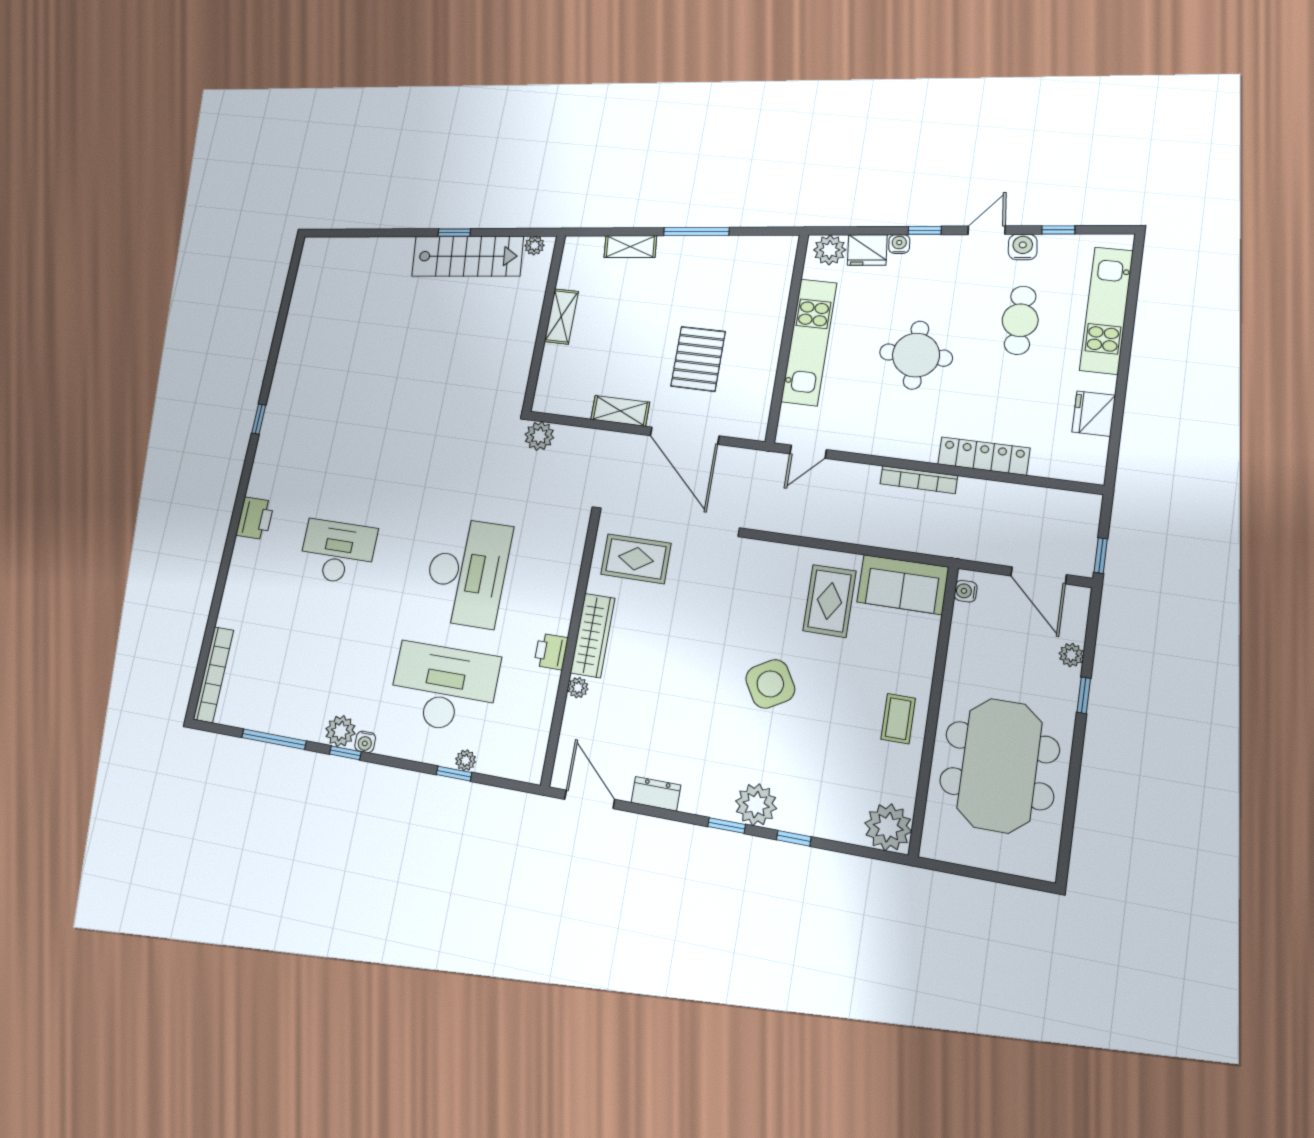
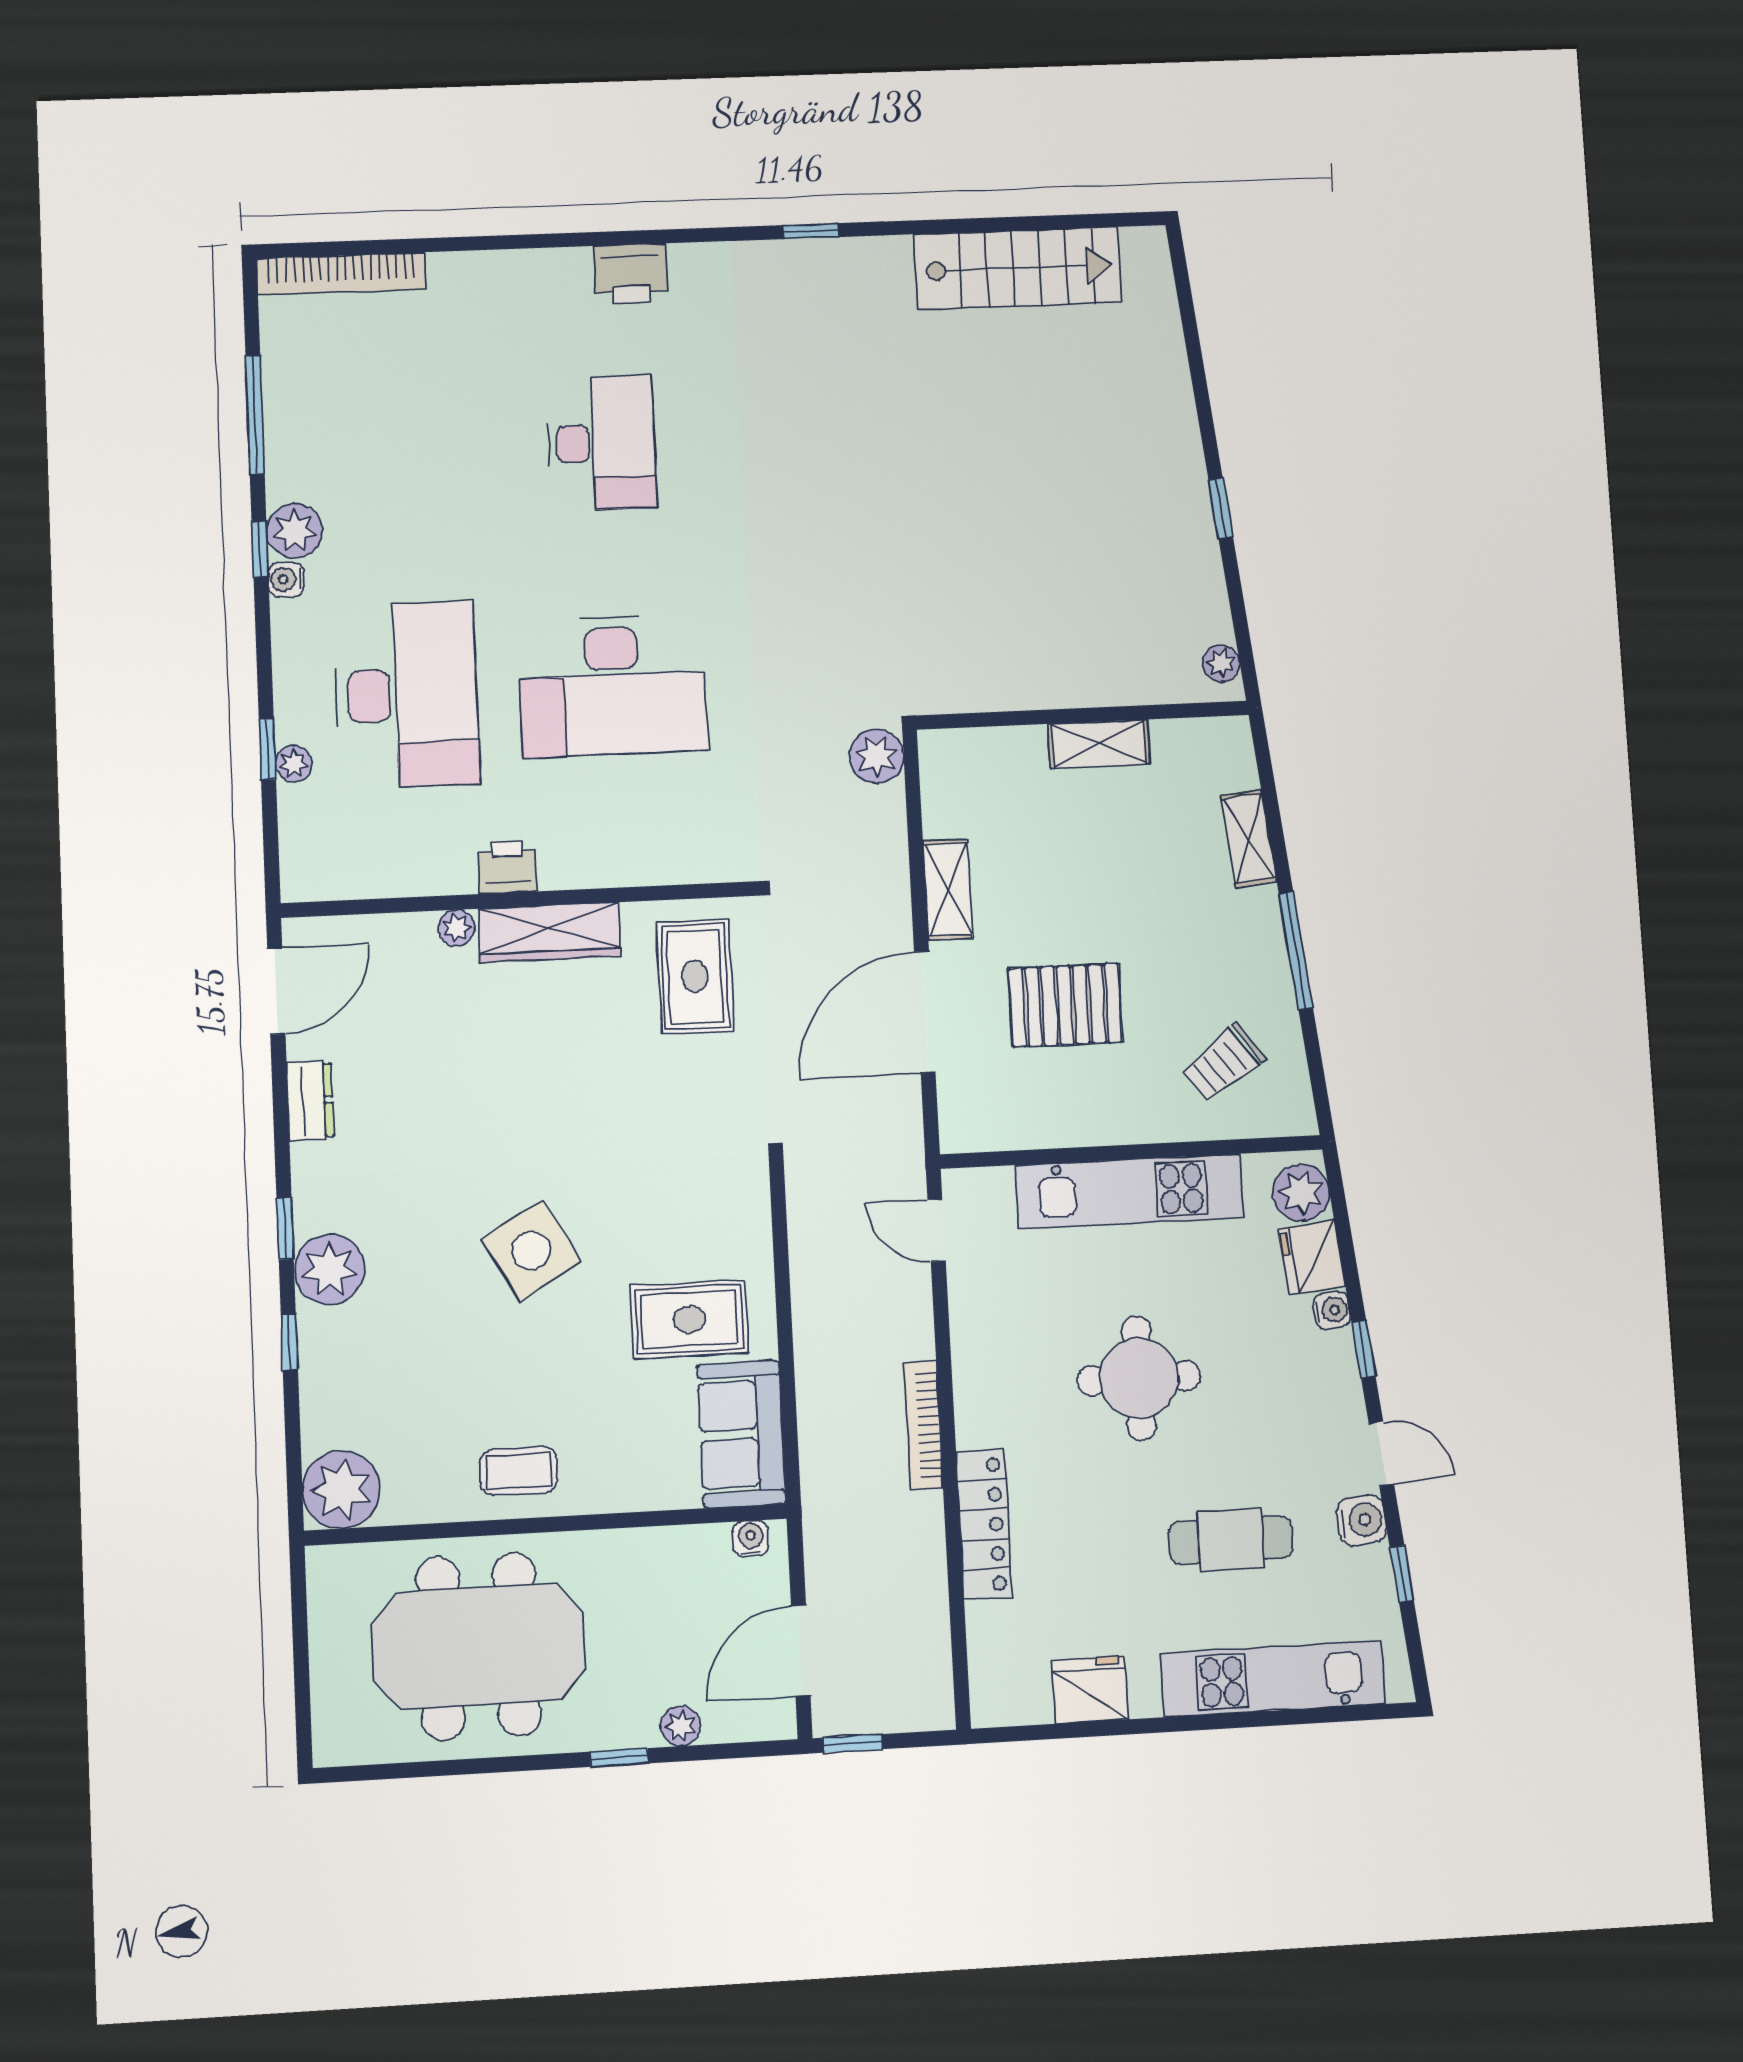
stairs: (467, 256) -> (1018, 268), moved, turned -84
trolley: (749, 280) -> (1223, 1063), added

